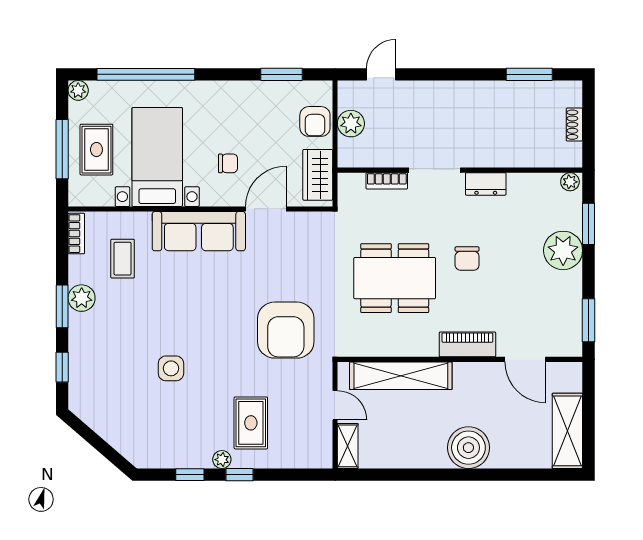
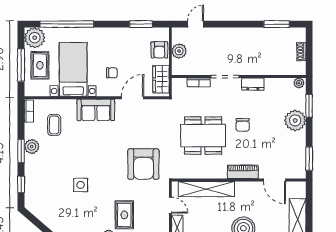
plant: (78, 90) -> (35, 38), width x1.88, depth x1.88
sofa: (199, 231) -> (96, 110), width x0.73

